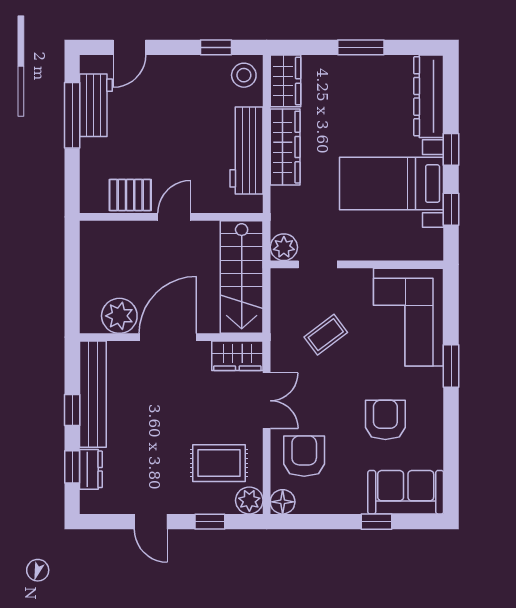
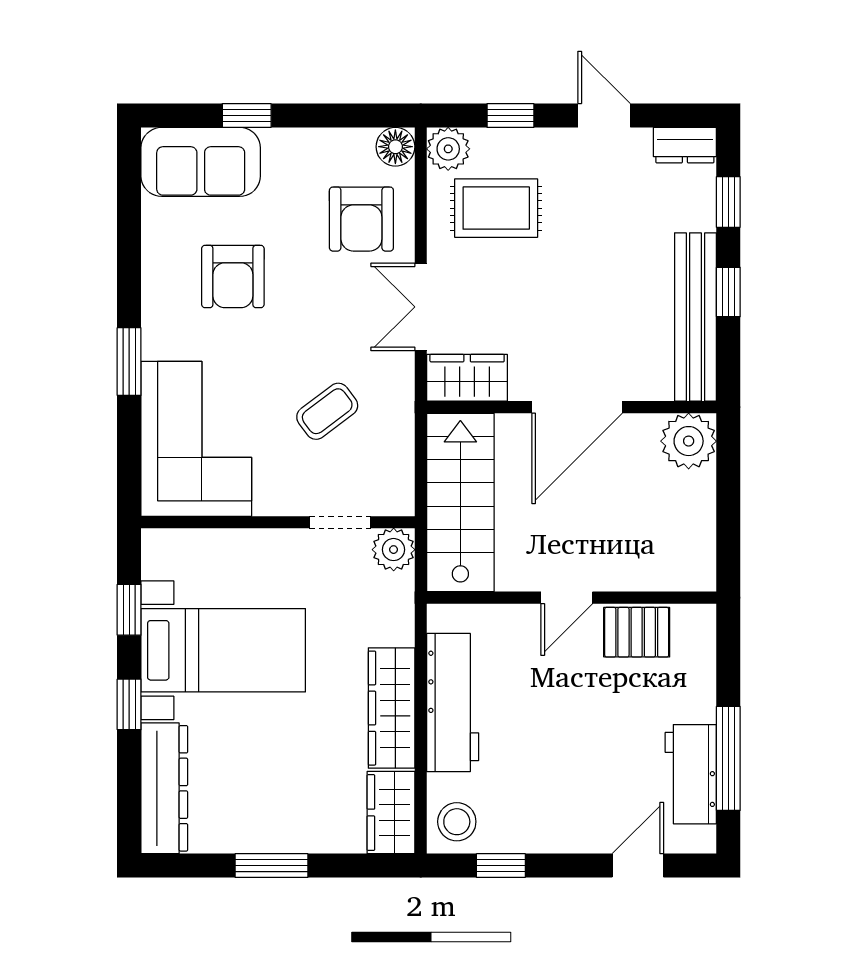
plant: (119, 316) -> (689, 441), moved
dresser: (91, 469) -> (685, 145), moved, turned -90

